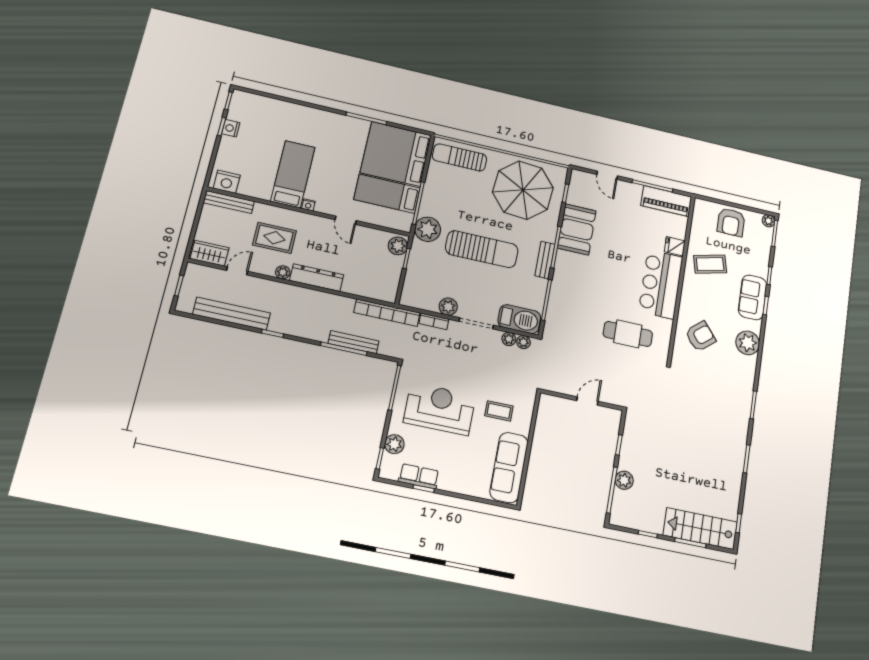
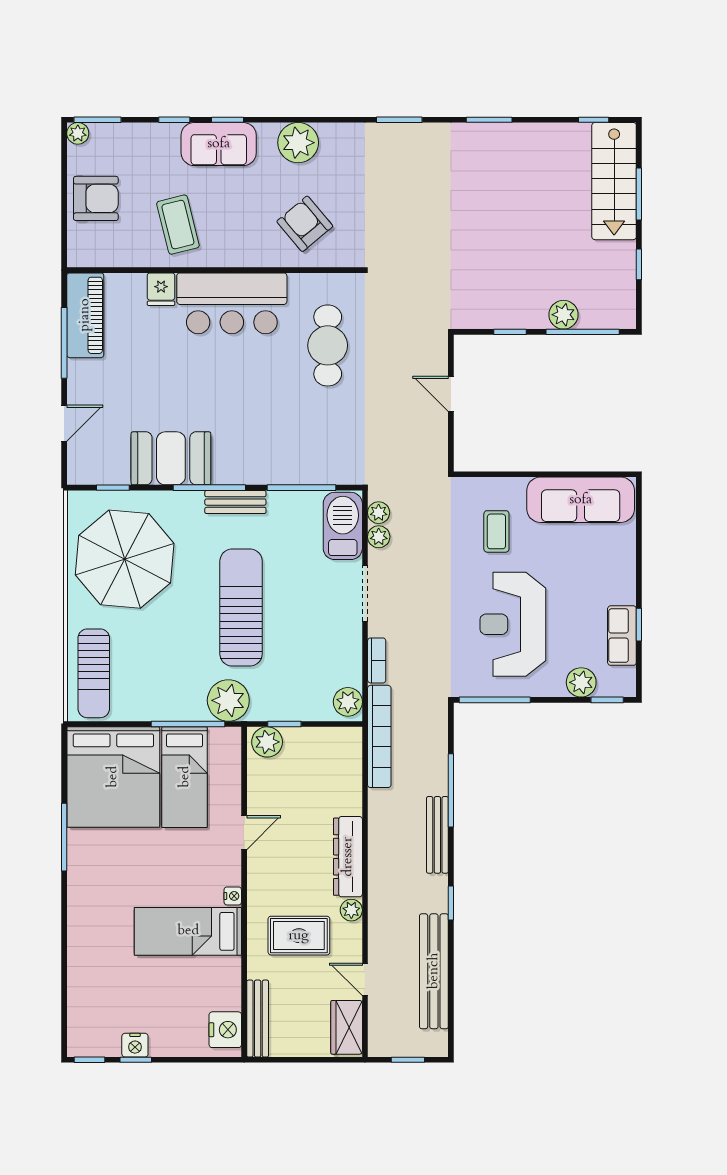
rug: (274, 238) -> (299, 936), turned 90
plant: (448, 307) -> (348, 702), moved
bench: (353, 342) -> (437, 835), moved

